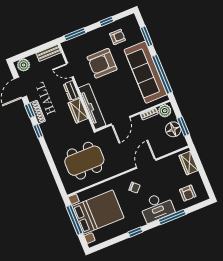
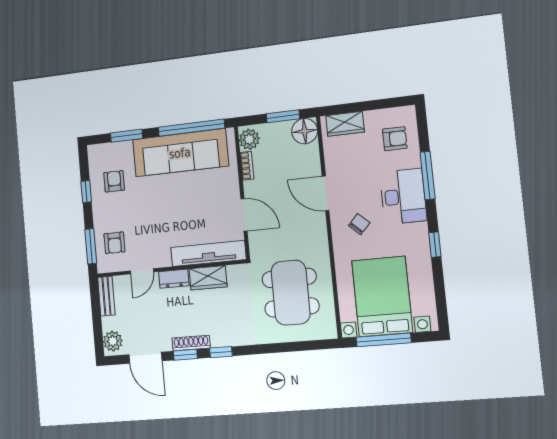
armchair: (102, 63) -> (114, 243), moved, width x0.53, depth x0.53
floor lamp: (173, 129) -> (305, 131), moved

